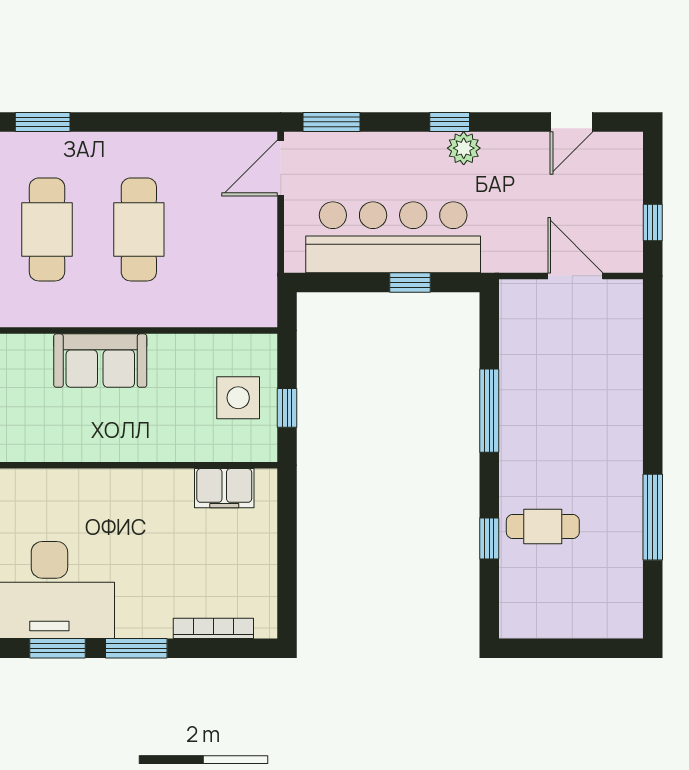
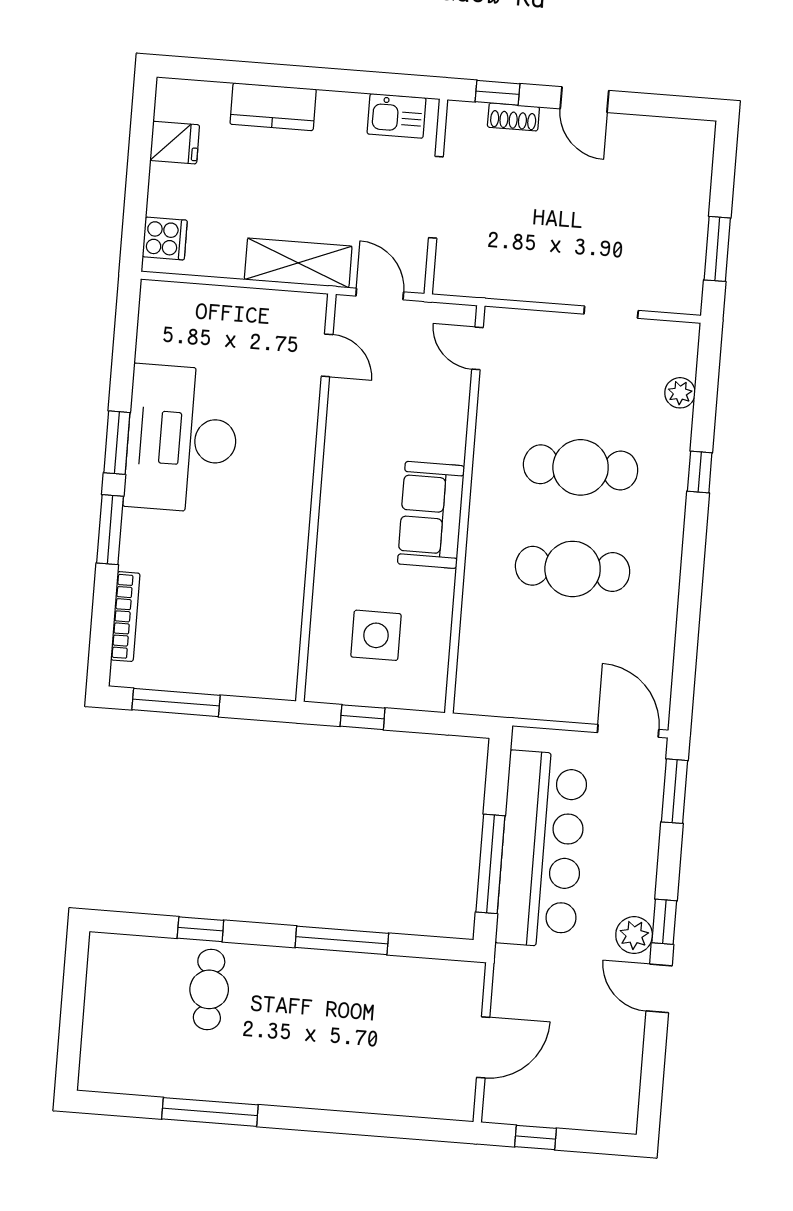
window: (43, 122) -> (700, 472), width x0.67
door: (571, 122) -> (659, 988), moved
window: (410, 282) -> (490, 864), width x2.17
side table: (238, 398) -> (376, 635), moved
filing cabinet: (224, 488) -> (279, 641), removed
window: (287, 577) -> (176, 702), added

